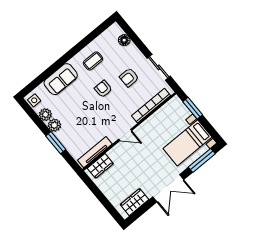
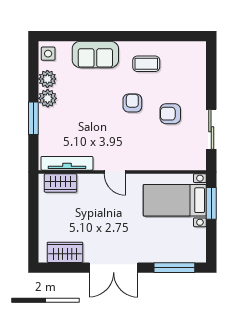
floor lamp: (124, 40) -> (198, 69), removed
bookcase: (151, 106) -> (169, 163), removed
bed with nightstands: (187, 143) -> (175, 200), moved

